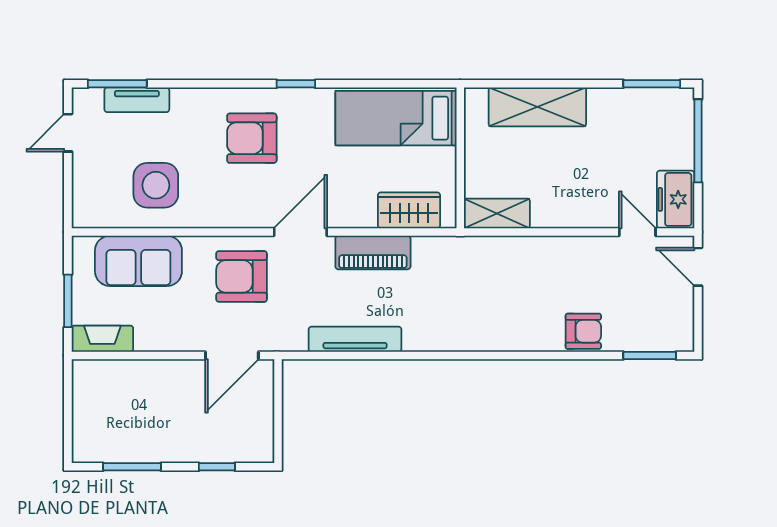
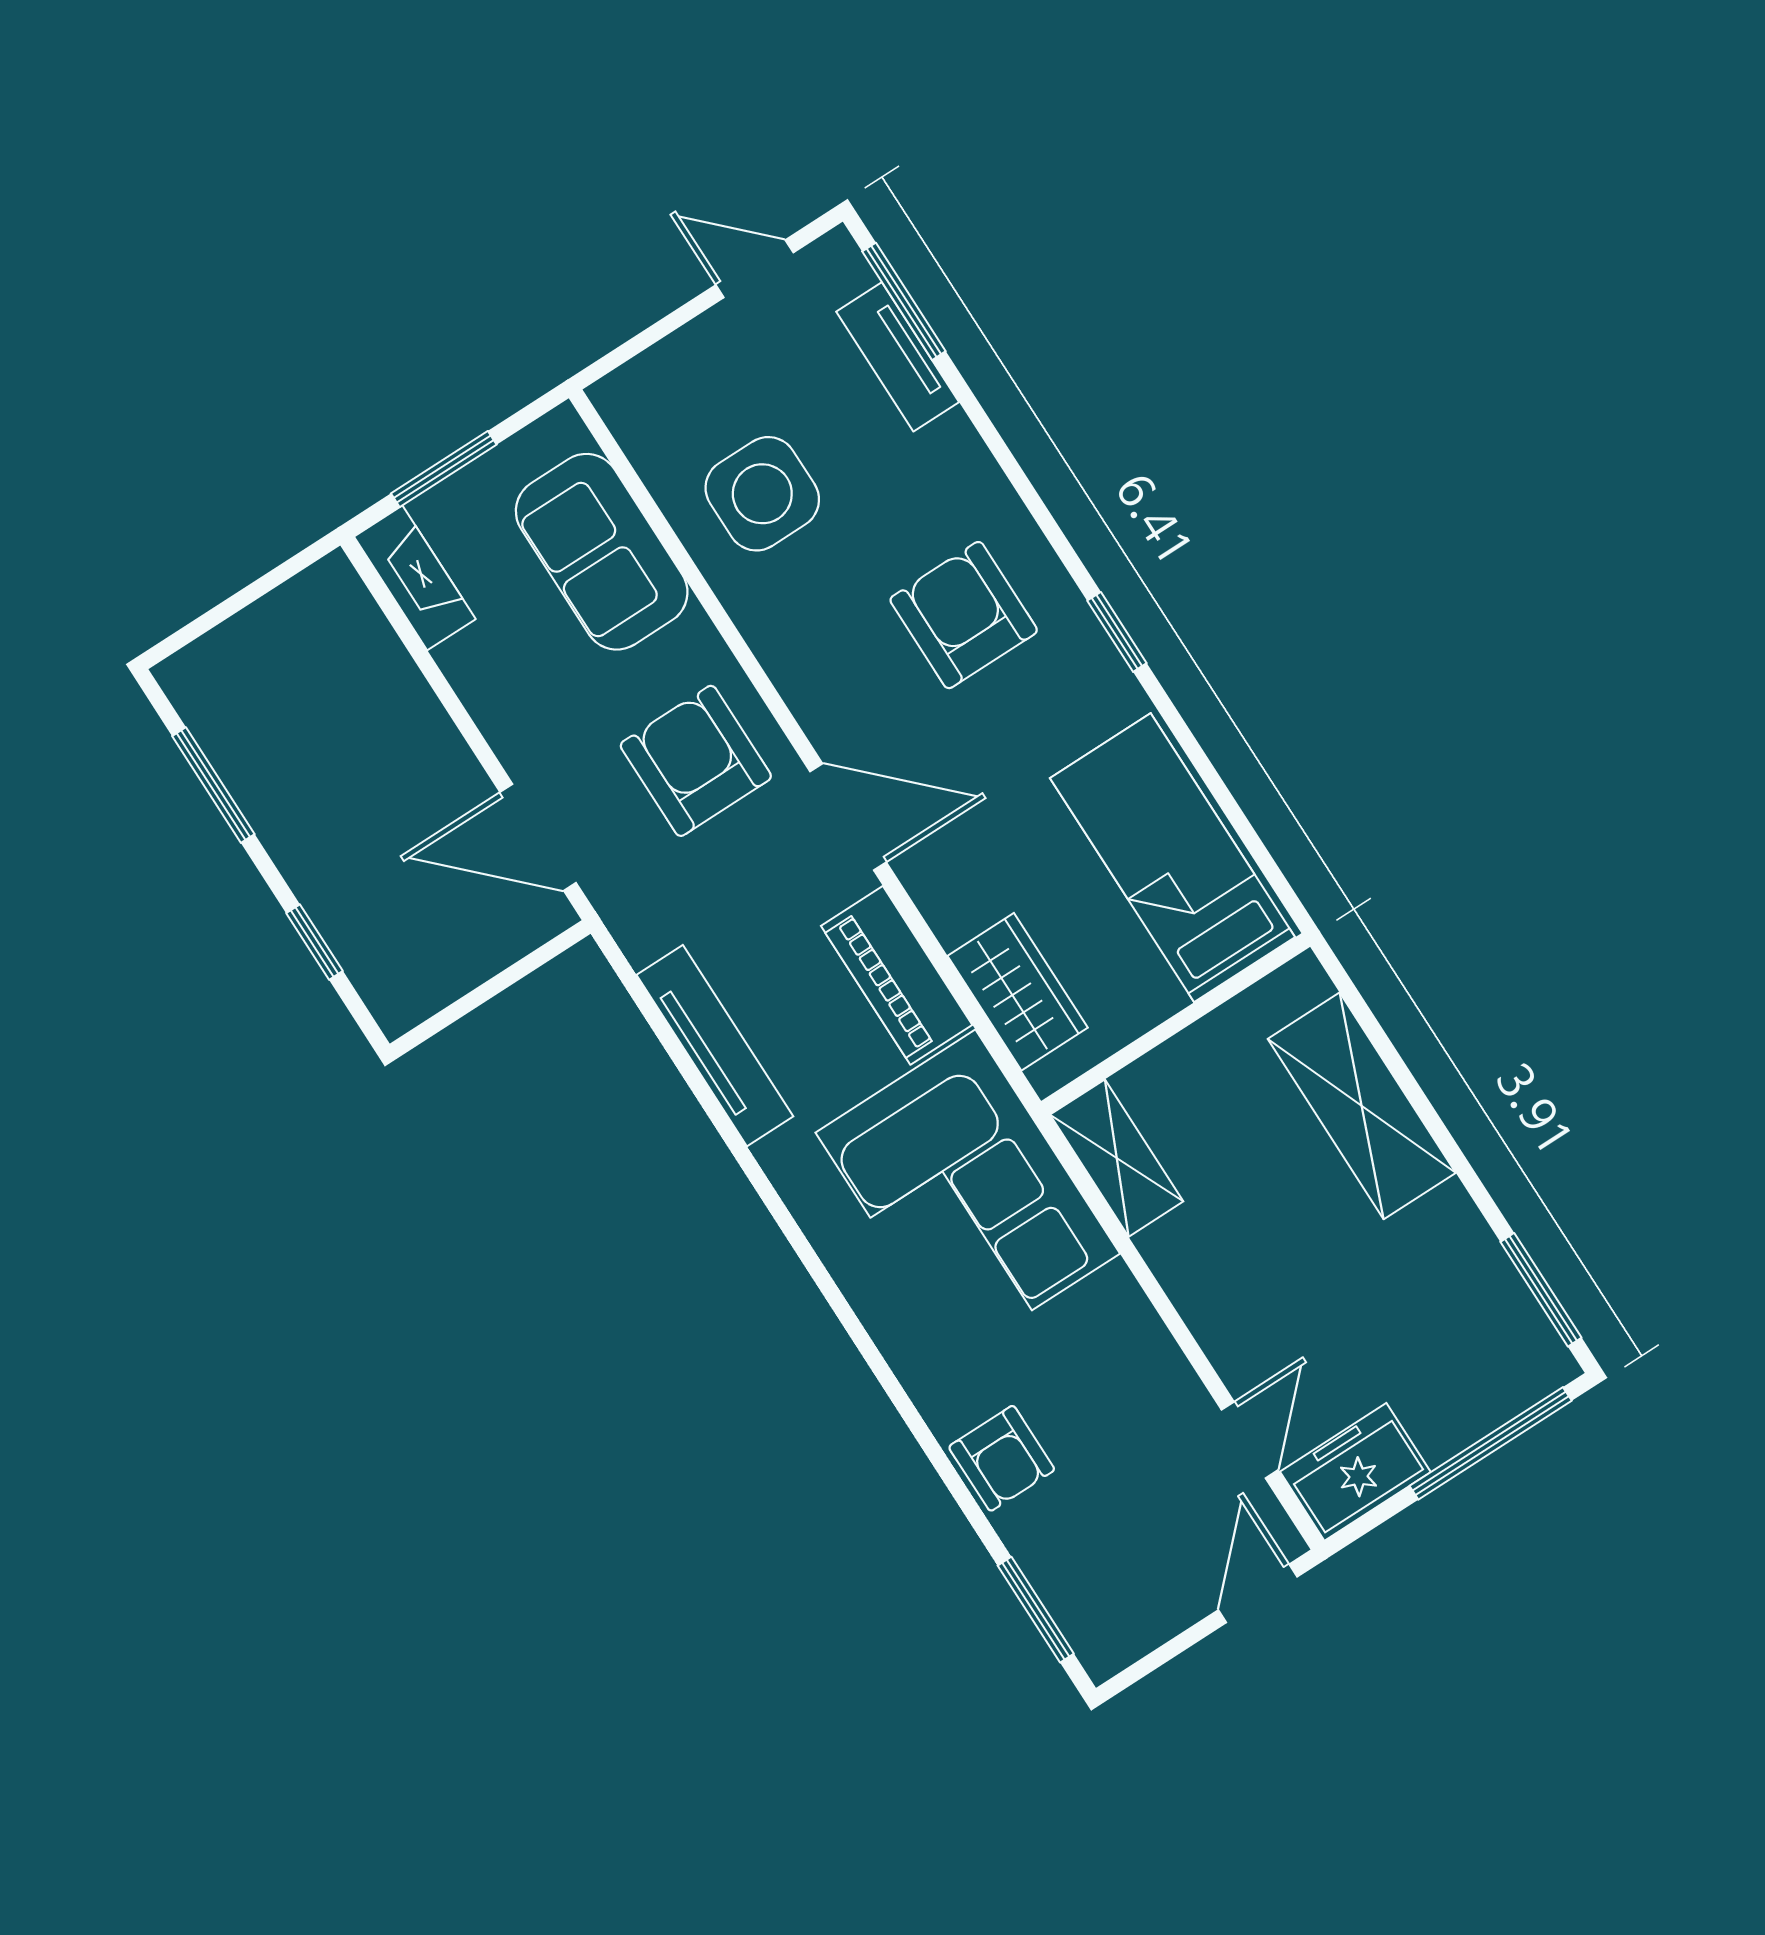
corner sofa: (474, 279) -> (968, 1193), added

